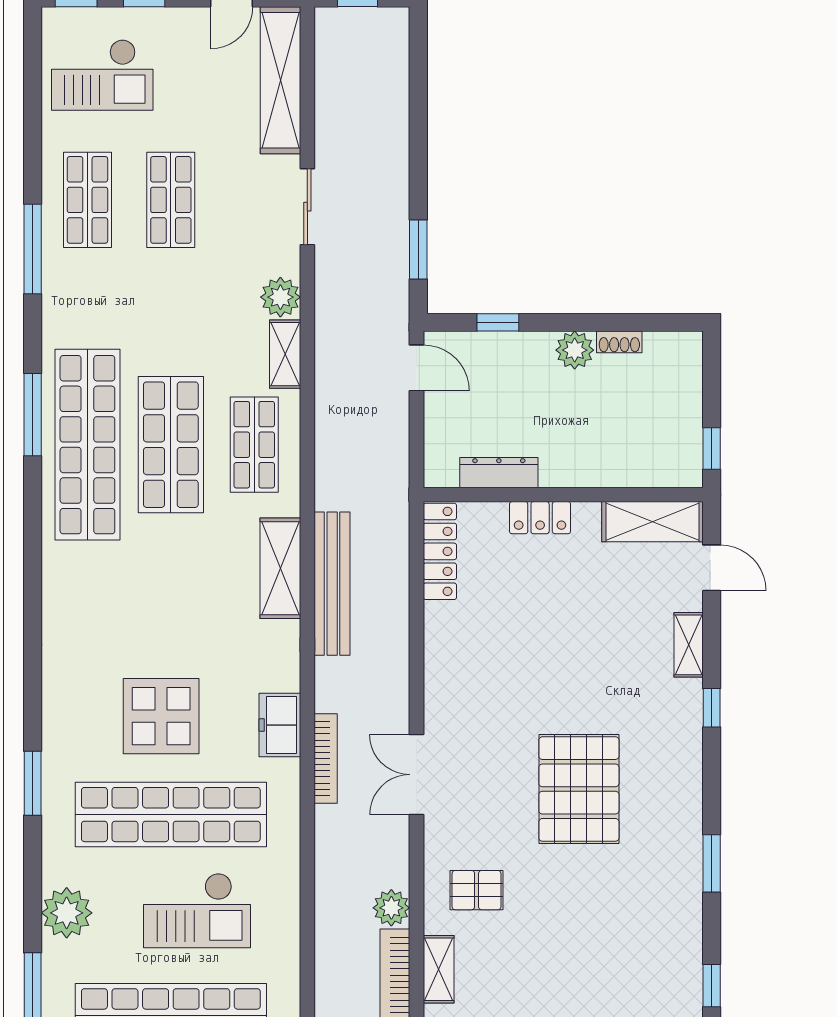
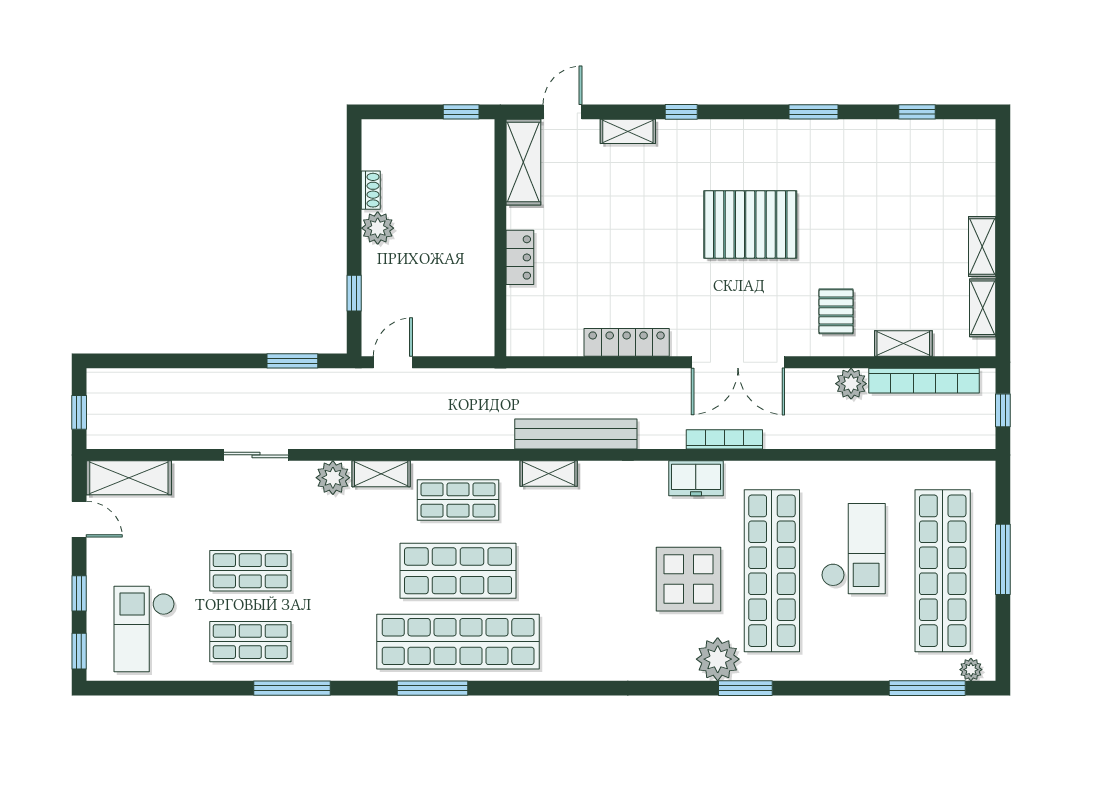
checkout: (102, 75) -> (144, 629), turned 180
shelving: (280, 80) -> (129, 478), width x0.68
dresser: (499, 473) -> (482, 292), removed
locker: (440, 551) -> (627, 342), moved
shelving: (280, 568) -> (549, 474), width x0.67, depth x0.75
double door: (417, 775) -> (738, 362), width x1.37
plant: (67, 913) -> (718, 659), moved

